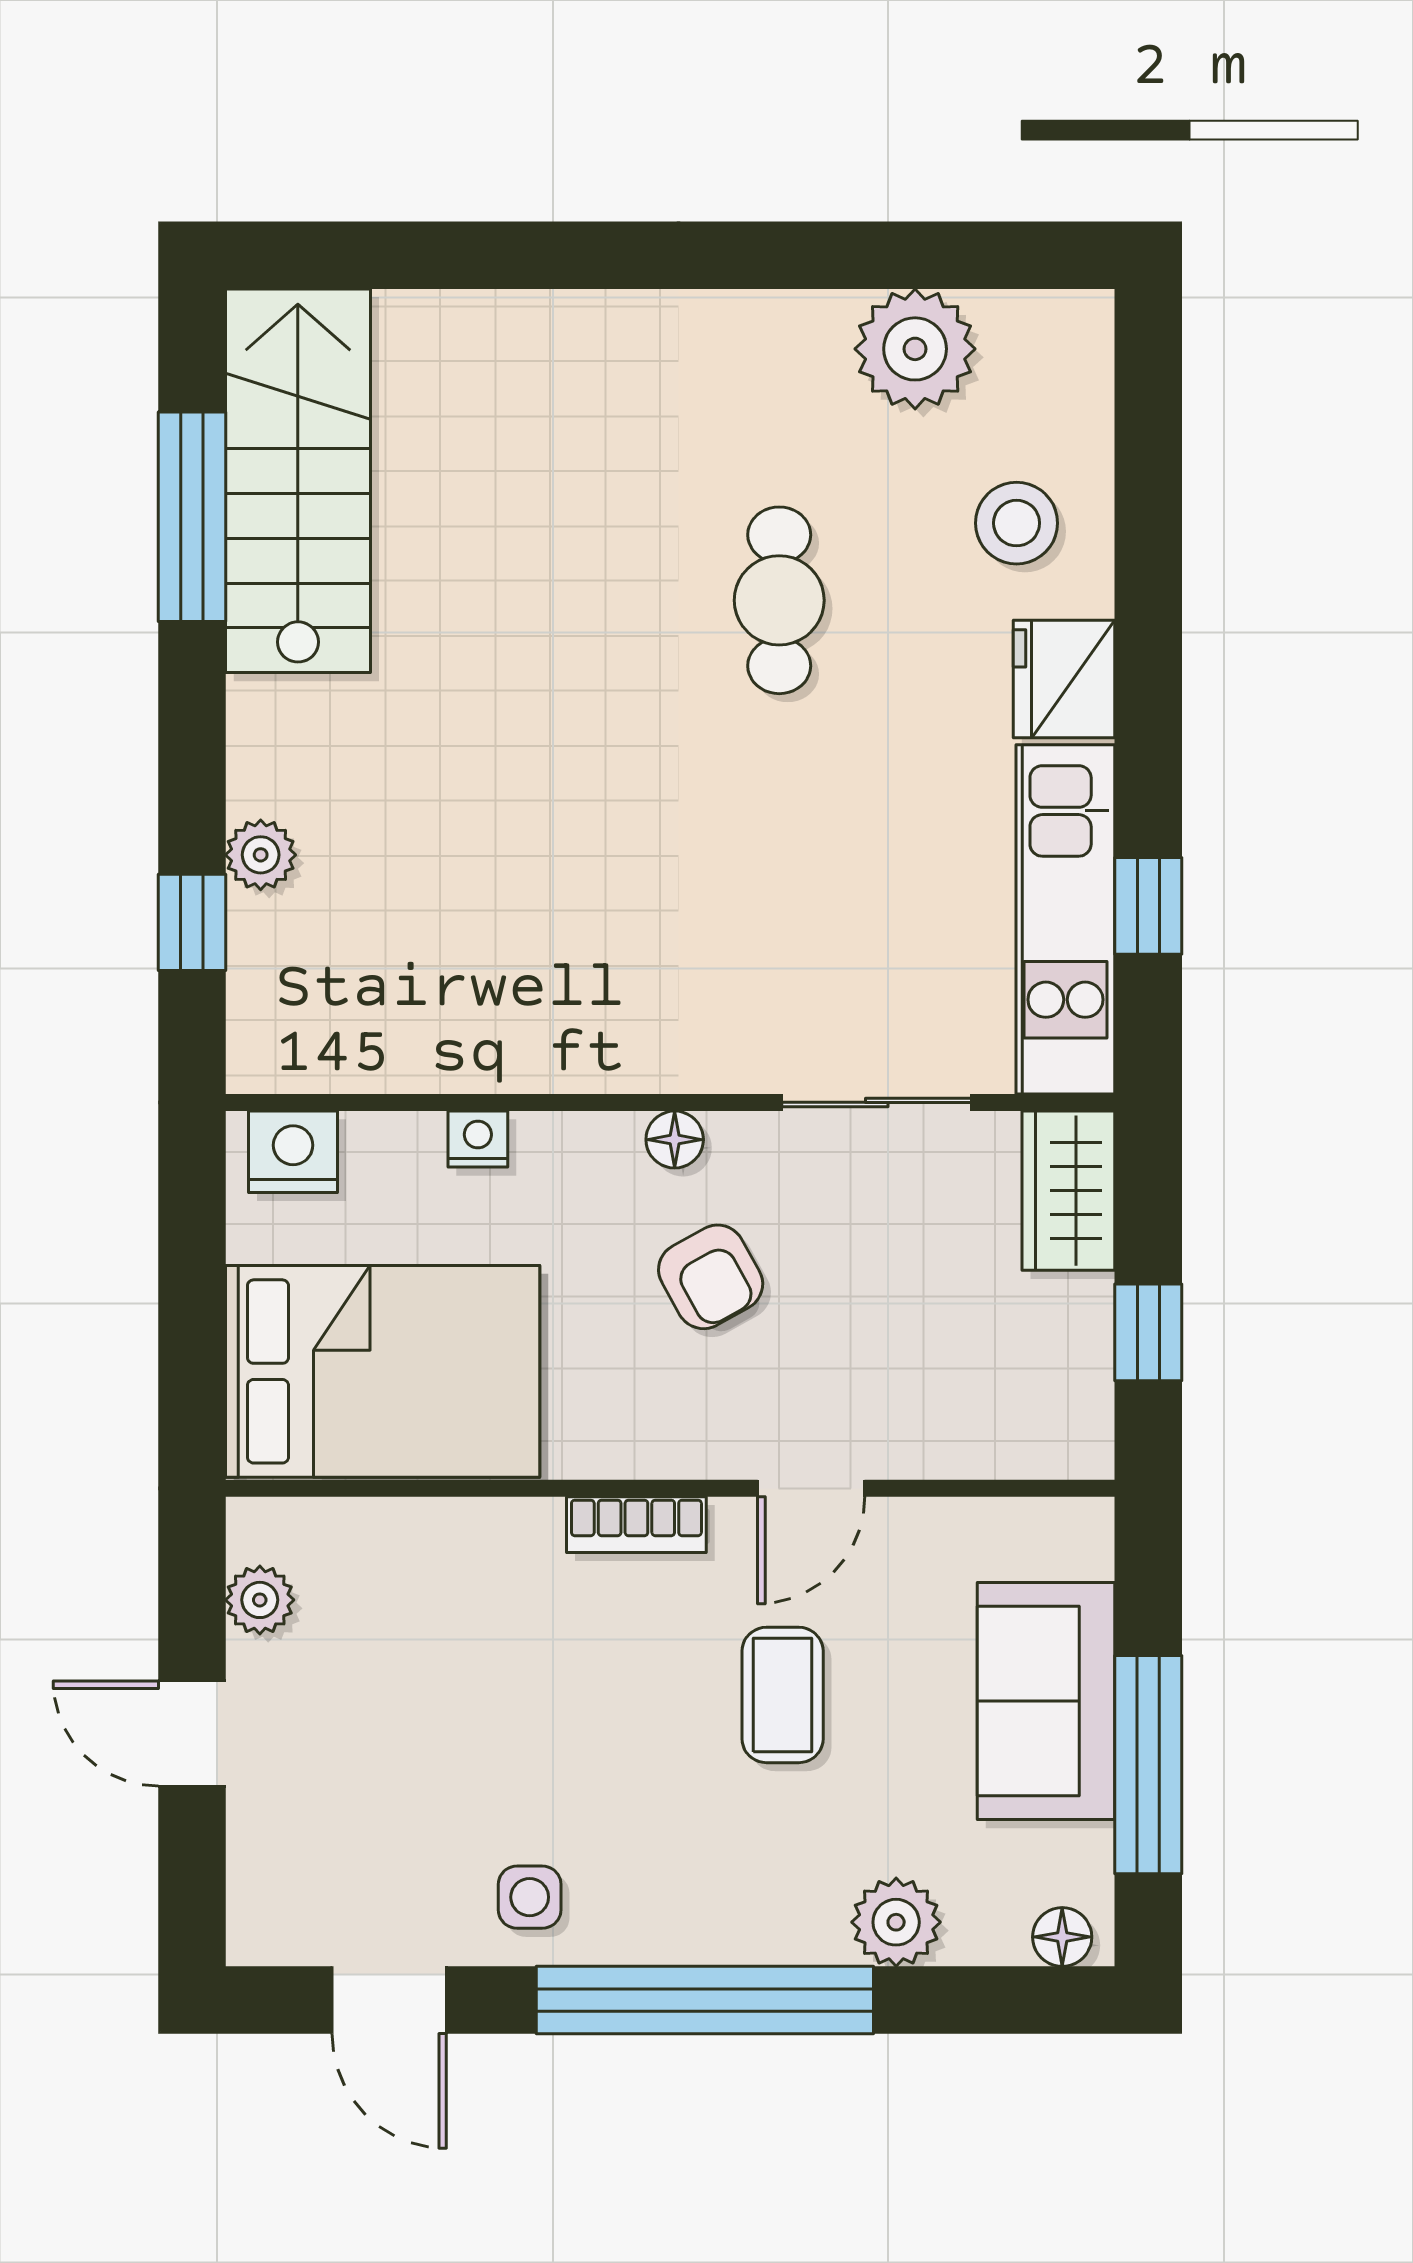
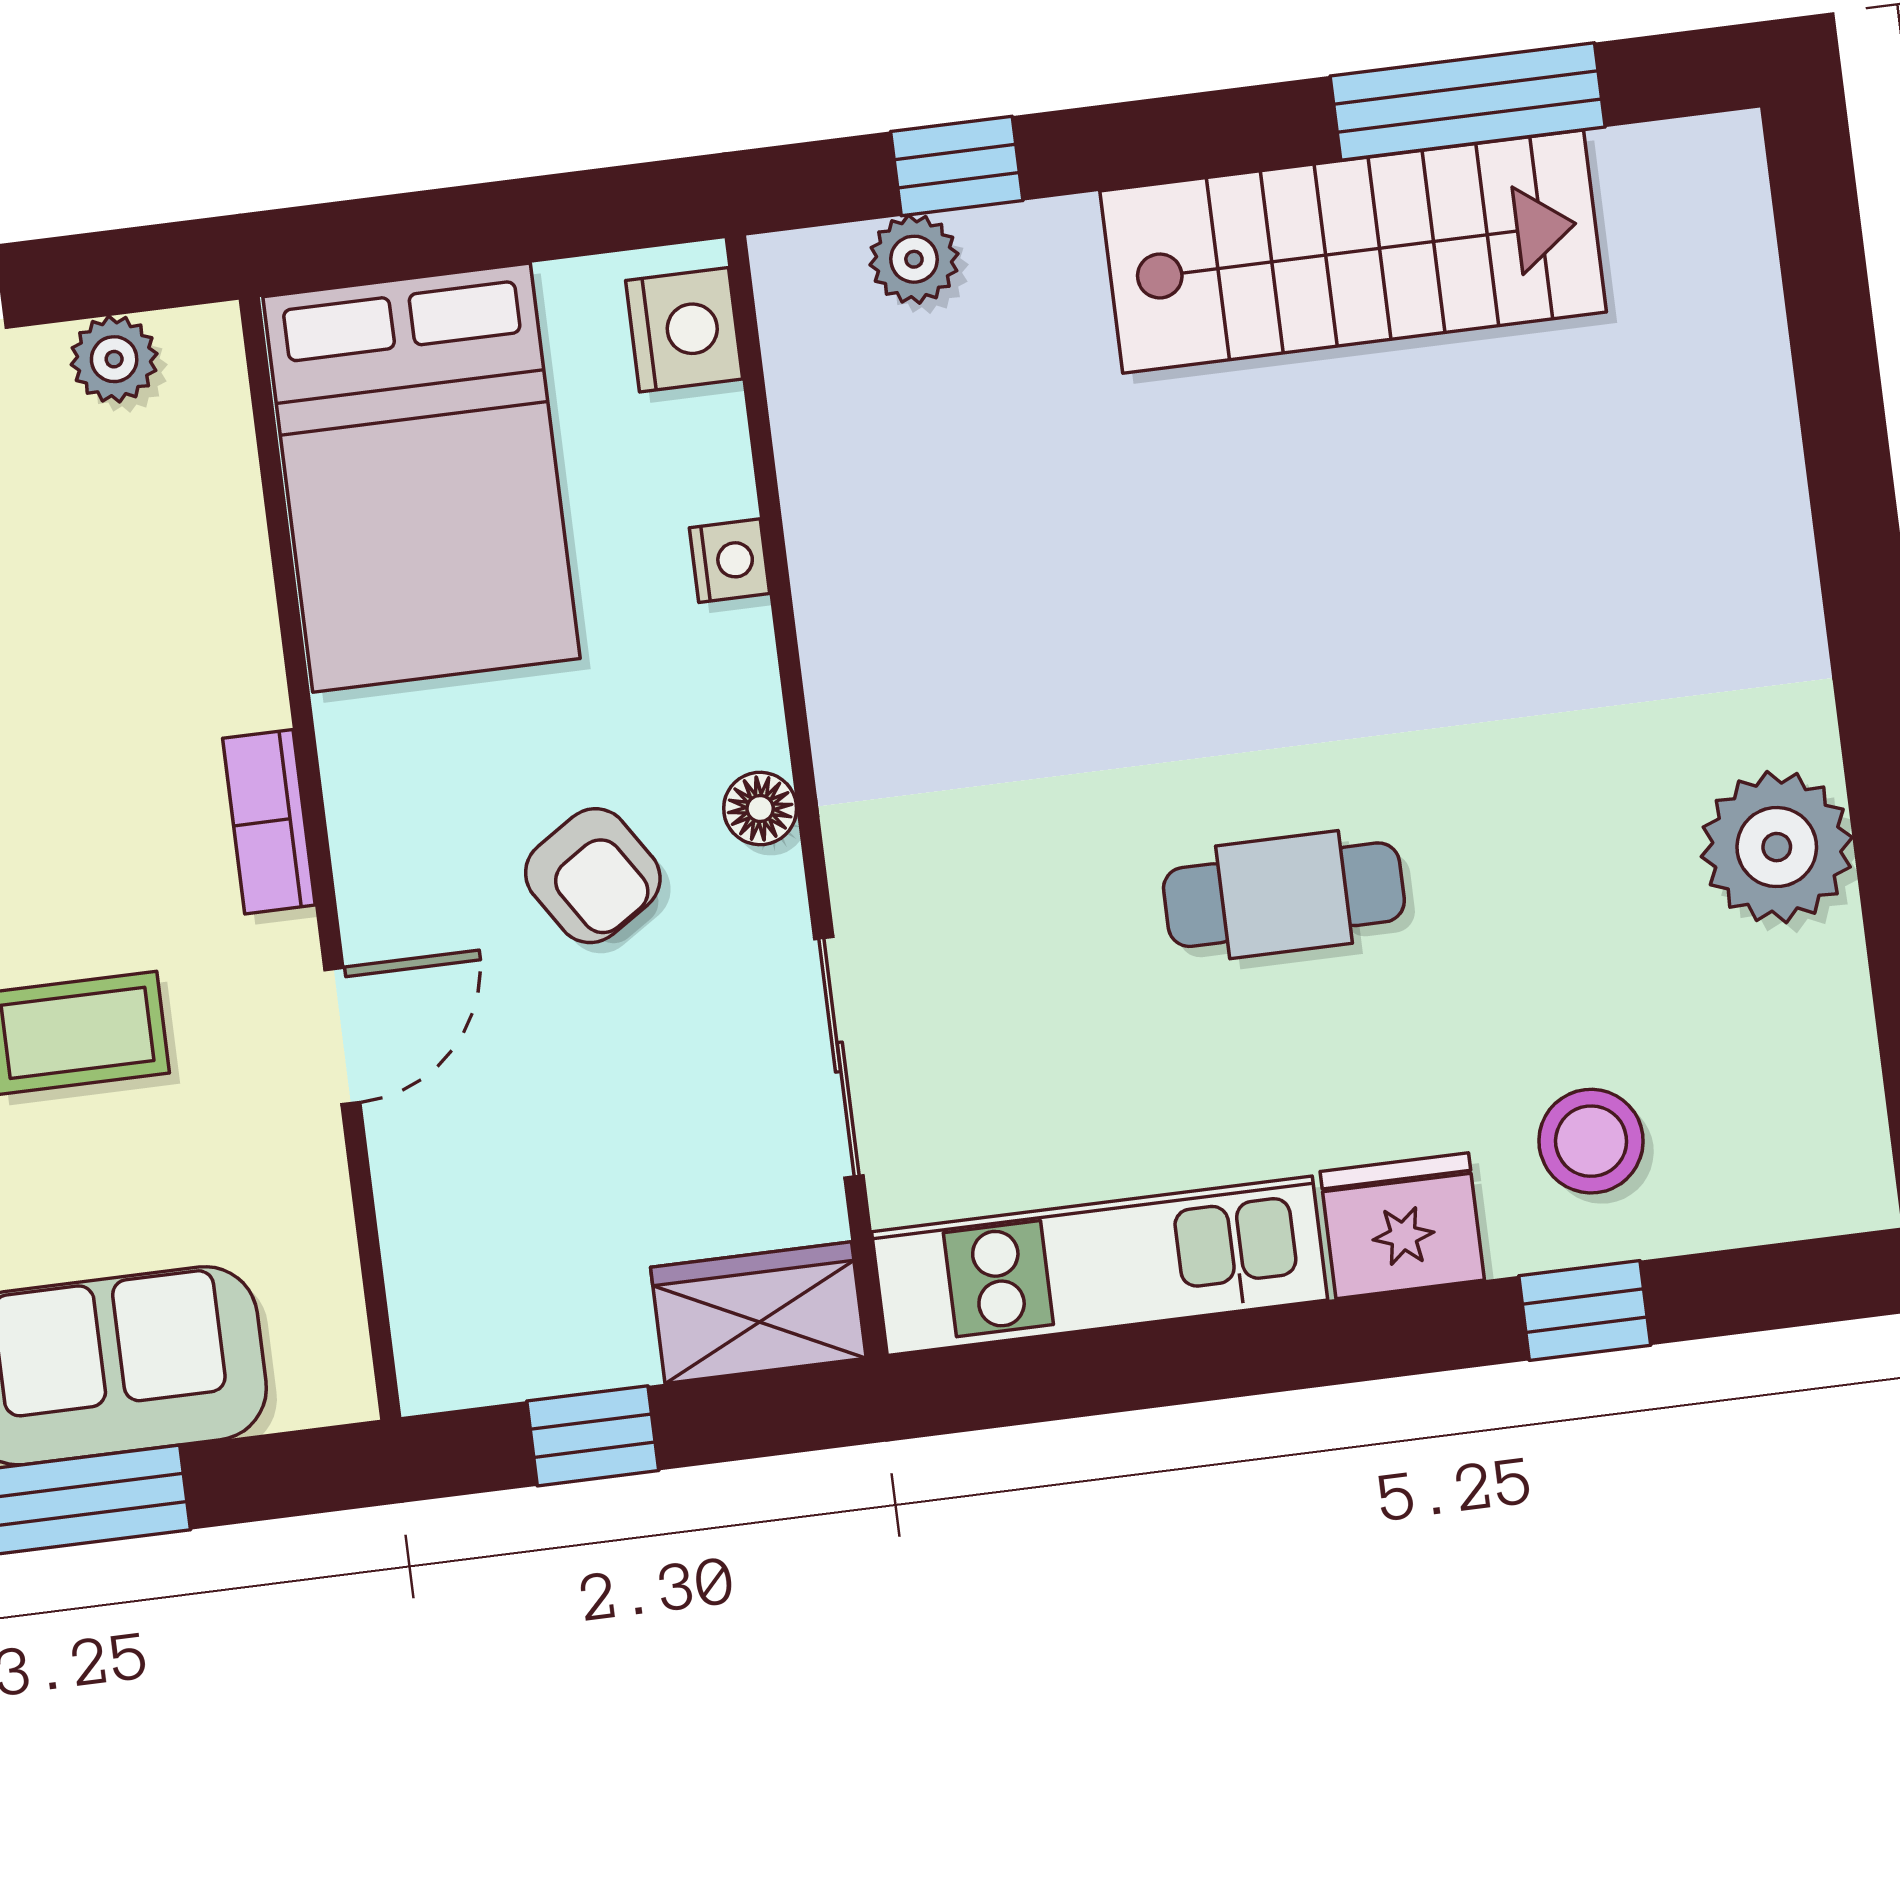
plant: (915, 349) -> (1777, 847), moved
stairs: (298, 481) -> (1353, 252), moved
cafe table: (779, 600) -> (1284, 895), moved
plant: (261, 855) -> (914, 259), moved
window: (1148, 906) -> (1585, 1310), moved
armchair: (711, 1277) -> (593, 876), turned -94
door: (811, 1488) -> (342, 1036), swing flipped

